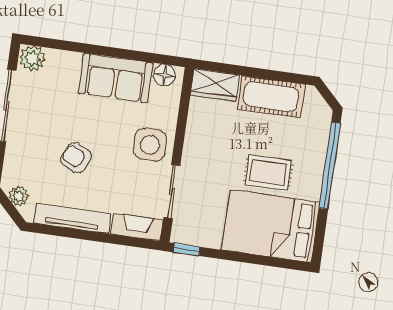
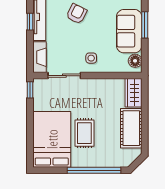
window: (109, 52) -> (145, 25), added
side table: (150, 145) -> (91, 58), width x0.54, depth x0.54
window: (78, 234) -> (30, 22), added

